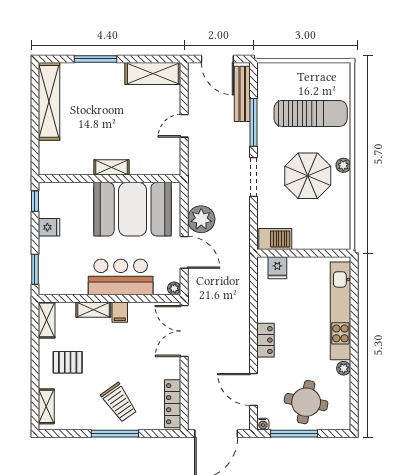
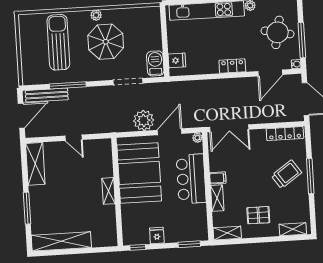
doorway: (253, 177) -> (128, 82), moved
pallet: (68, 362) -> (258, 215), turned 90

